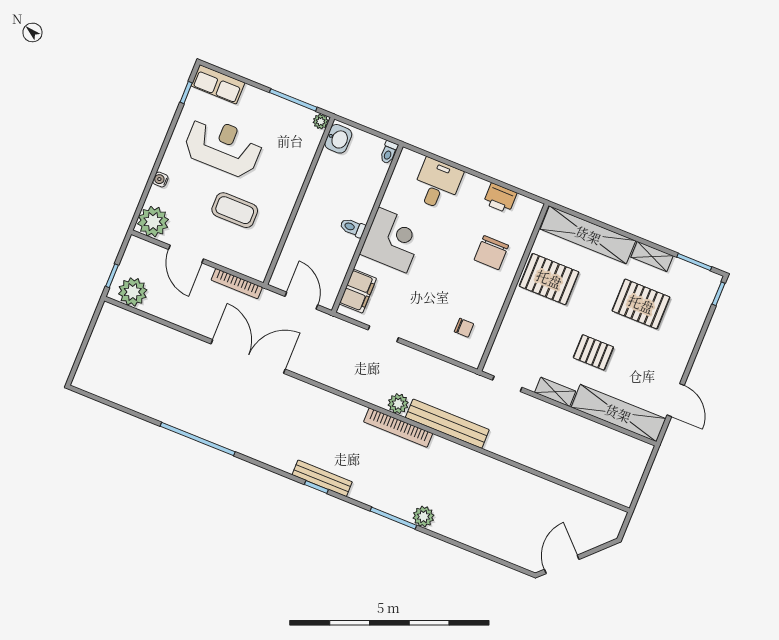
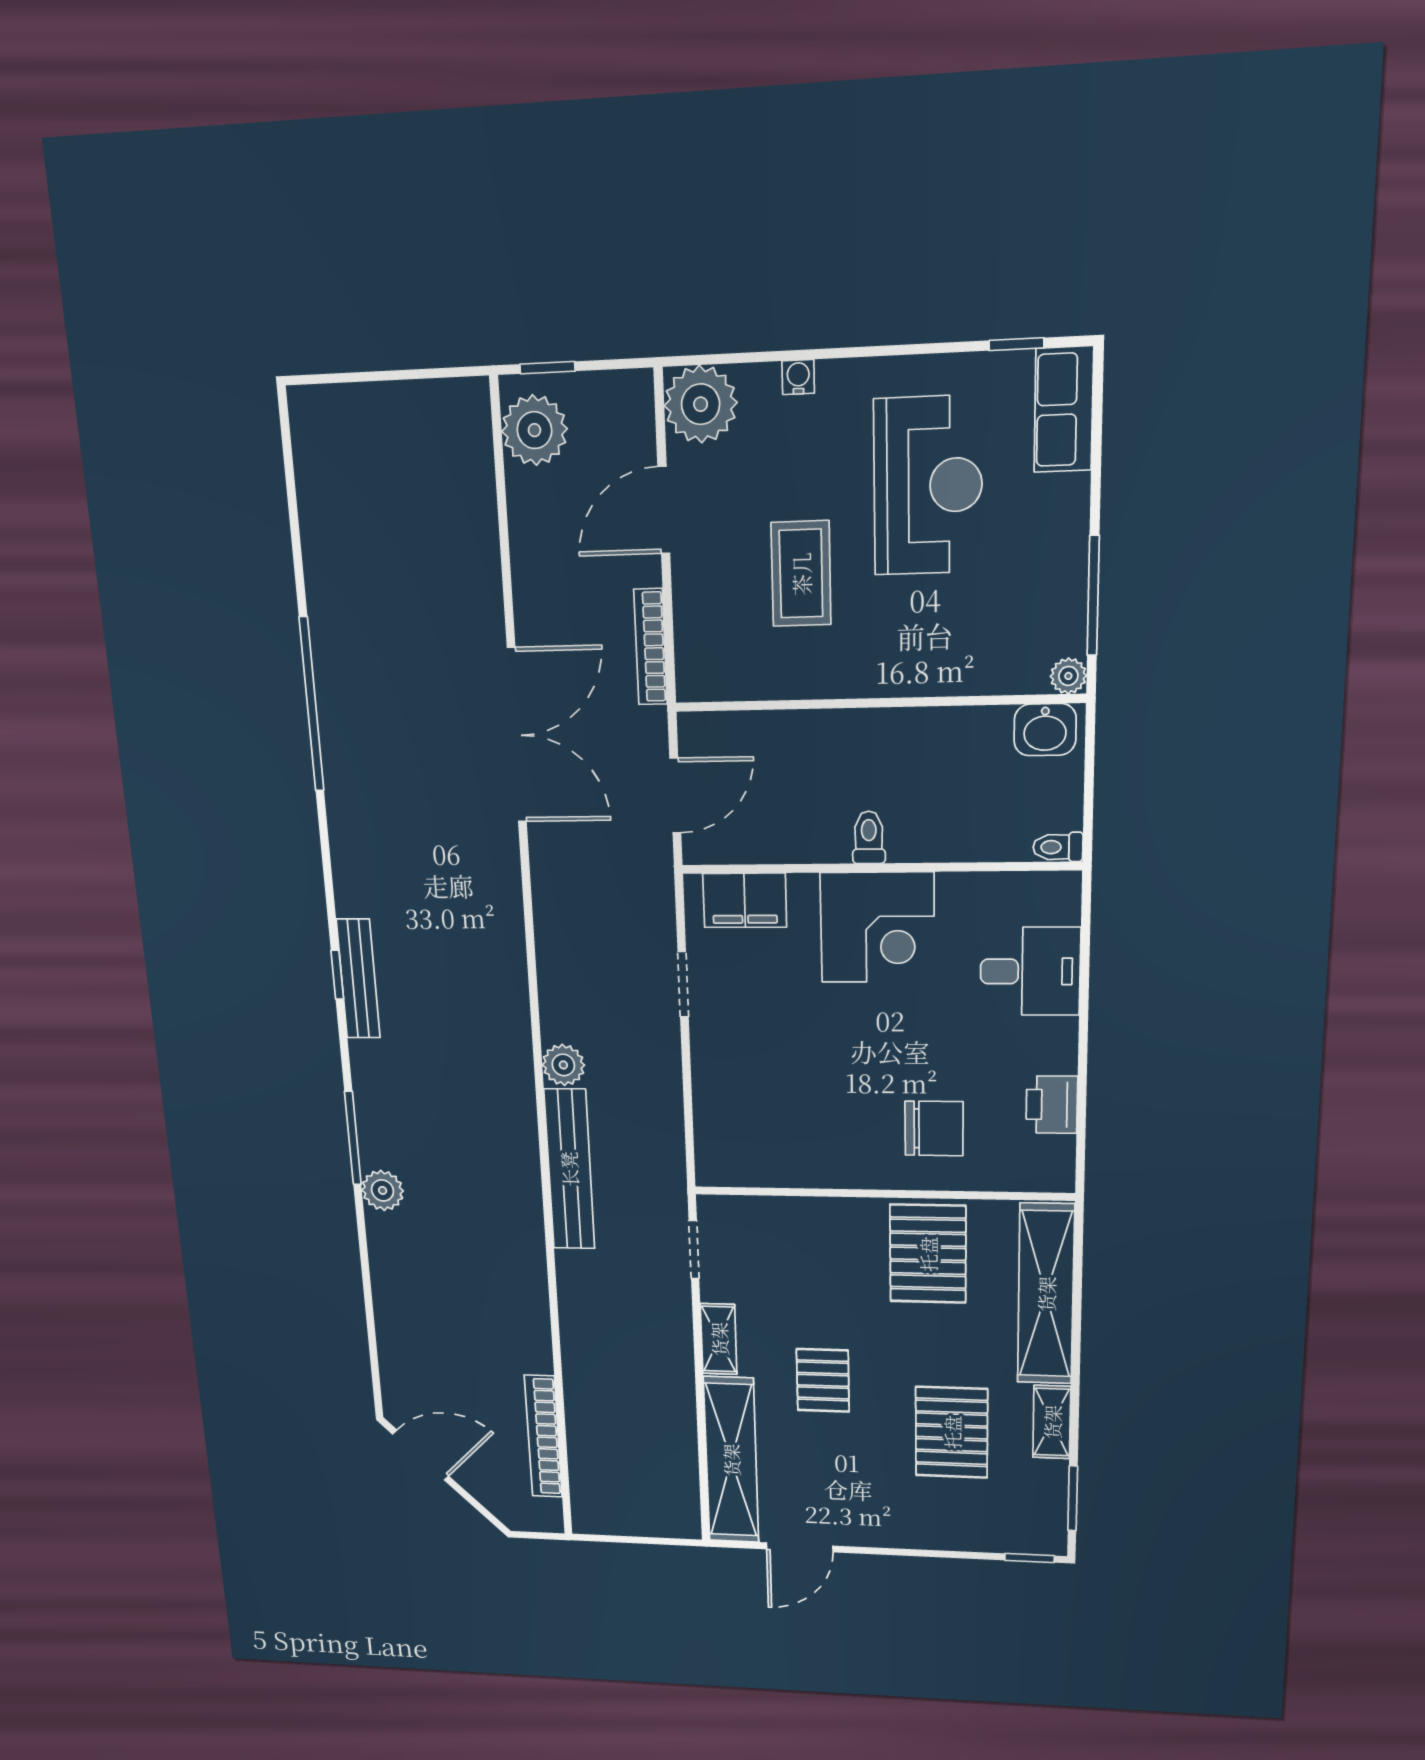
chair: (491, 253) -> (934, 1128), turned 180
chair: (464, 328) -> (764, 1132), removed
bookcase: (398, 428) -> (543, 1436), moved

